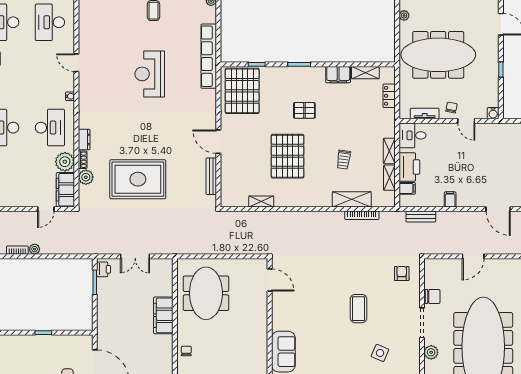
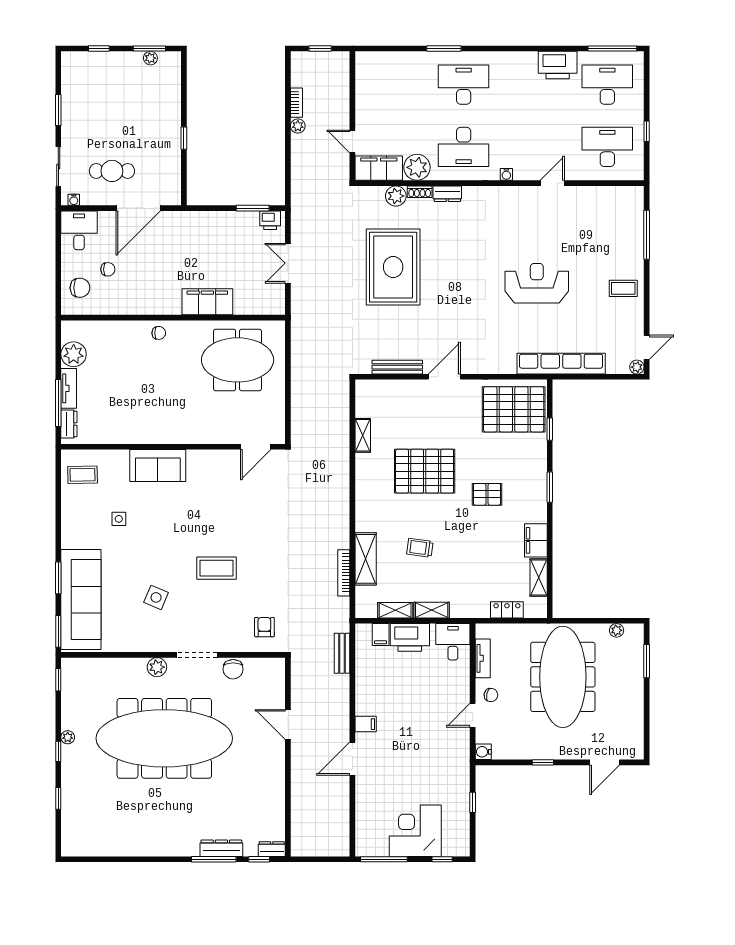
pallet: (304, 110) -> (487, 494), turned 90
filing cabinet: (450, 199) -> (366, 724), moved
armchair: (402, 273) -> (264, 627), turned -90

